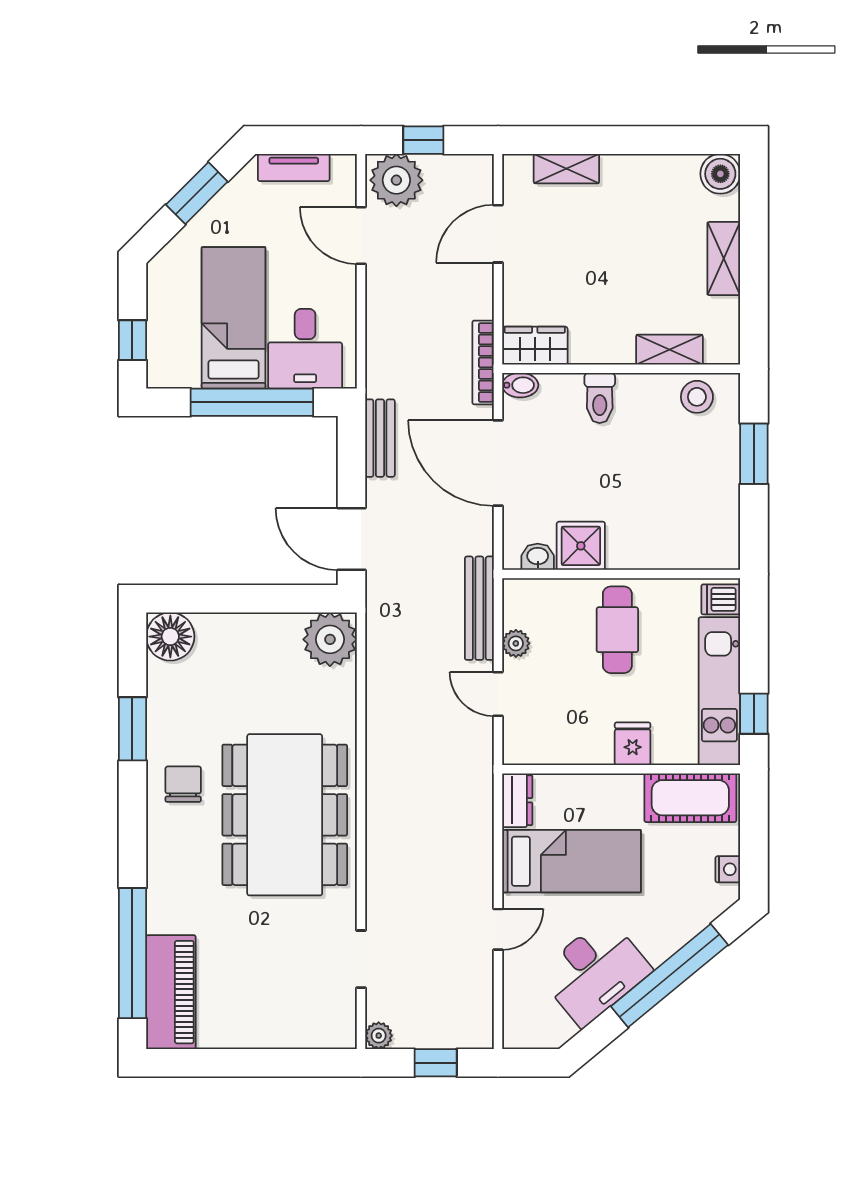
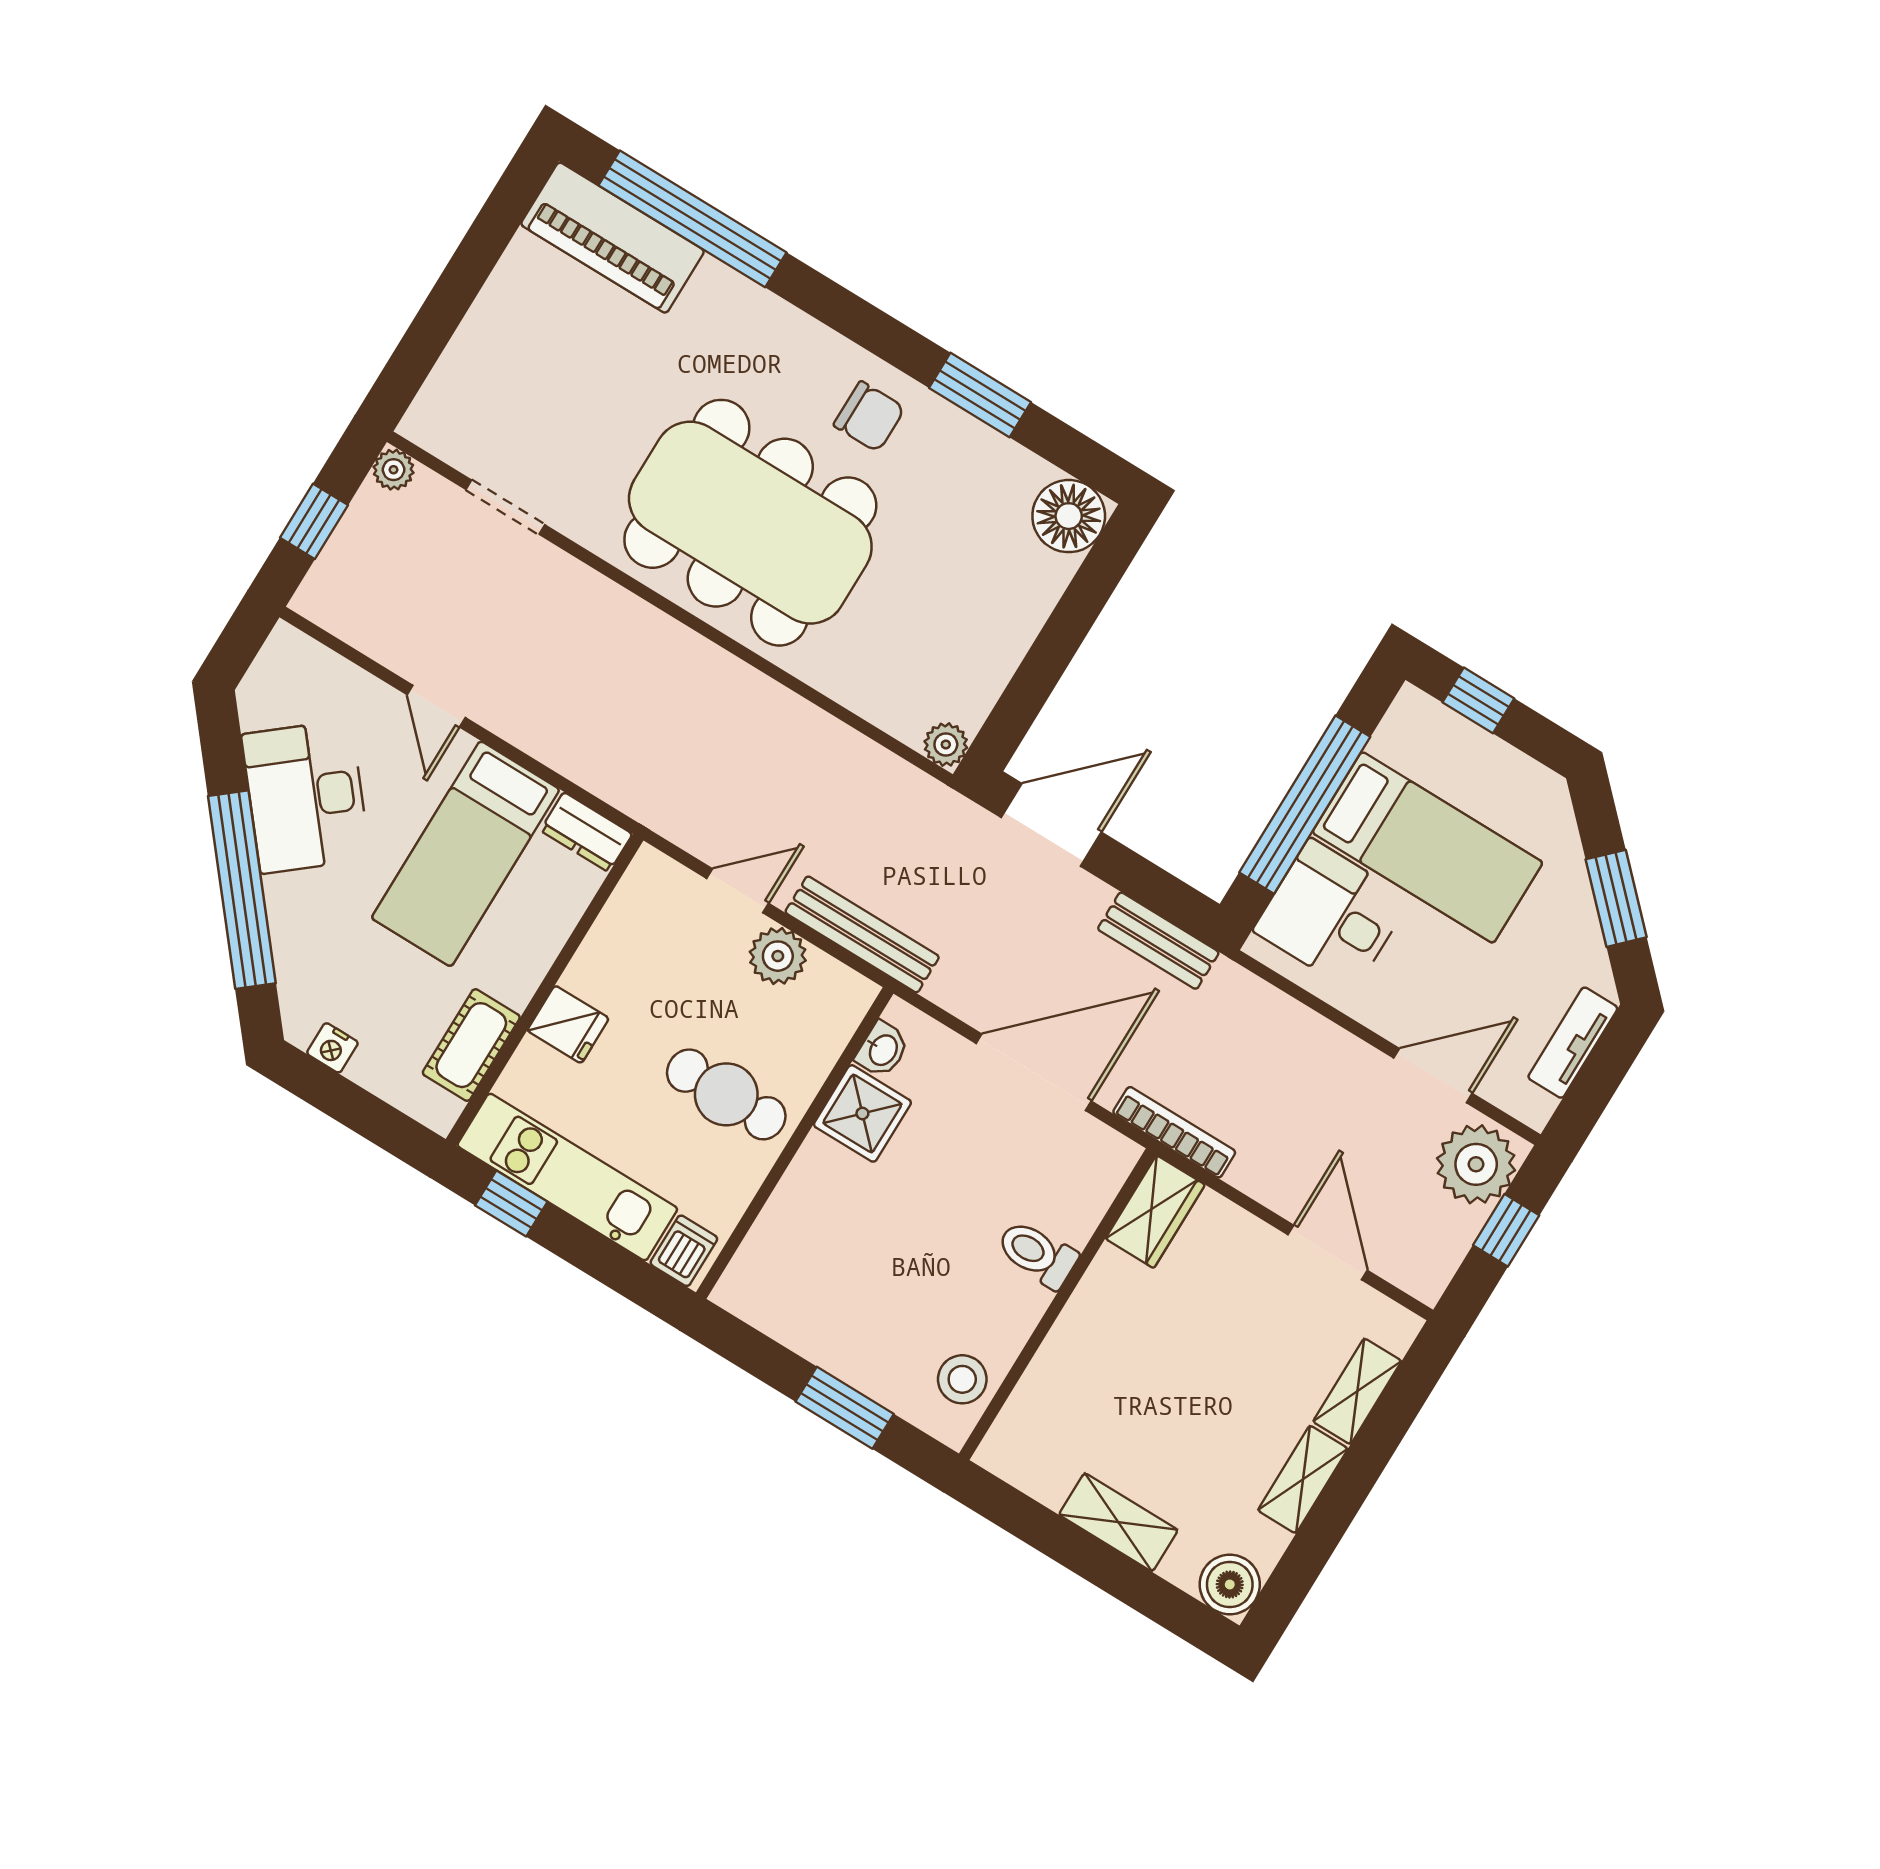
shelving: (669, 350) -> (1303, 1479), moved
bidet: (520, 385) -> (1116, 1162), removed
plant: (330, 639) -> (946, 745), width x0.53, depth x0.53
plant: (516, 643) -> (778, 956), width x1.38, depth x1.38
cot: (690, 798) -> (471, 1045), width x0.73, depth x0.75

